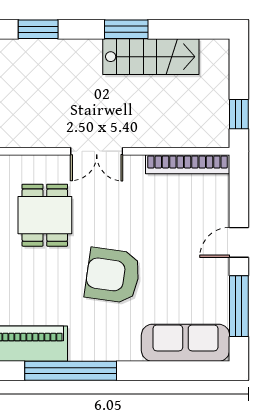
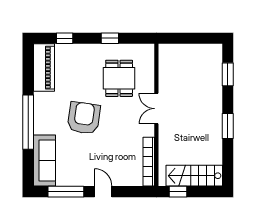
stairs: (151, 57) -> (194, 176), moved, turned 90
dining table: (45, 215) -> (119, 78), turned 90
window: (71, 371) -> (28, 122), moved

